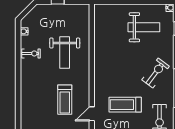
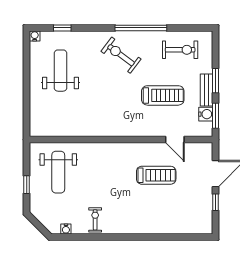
weight bench: (65, 53) -> (58, 172), moved, turned 90
treadmill: (125, 105) -> (163, 95), turned -90

